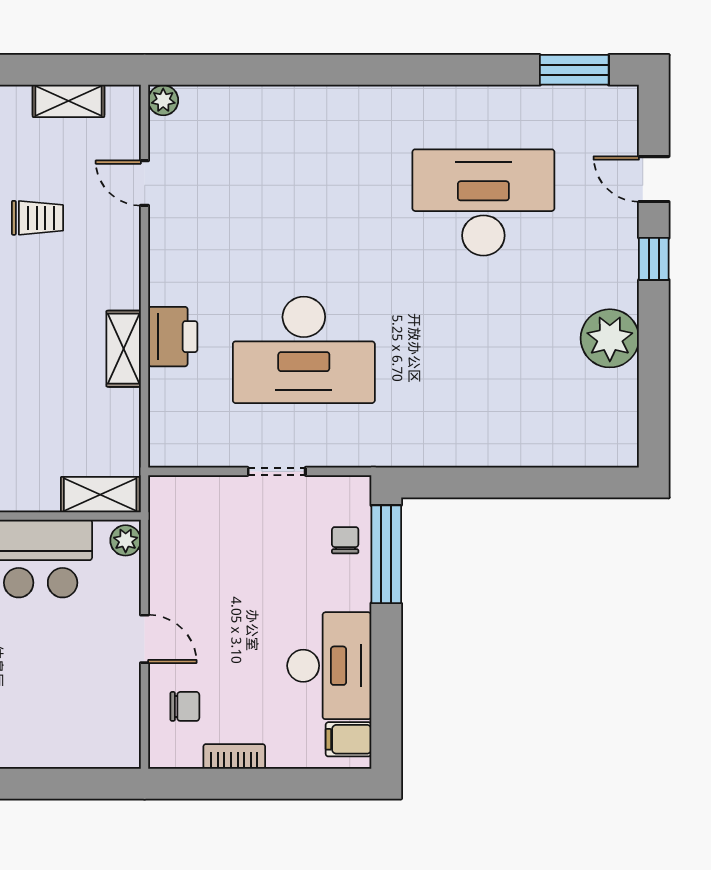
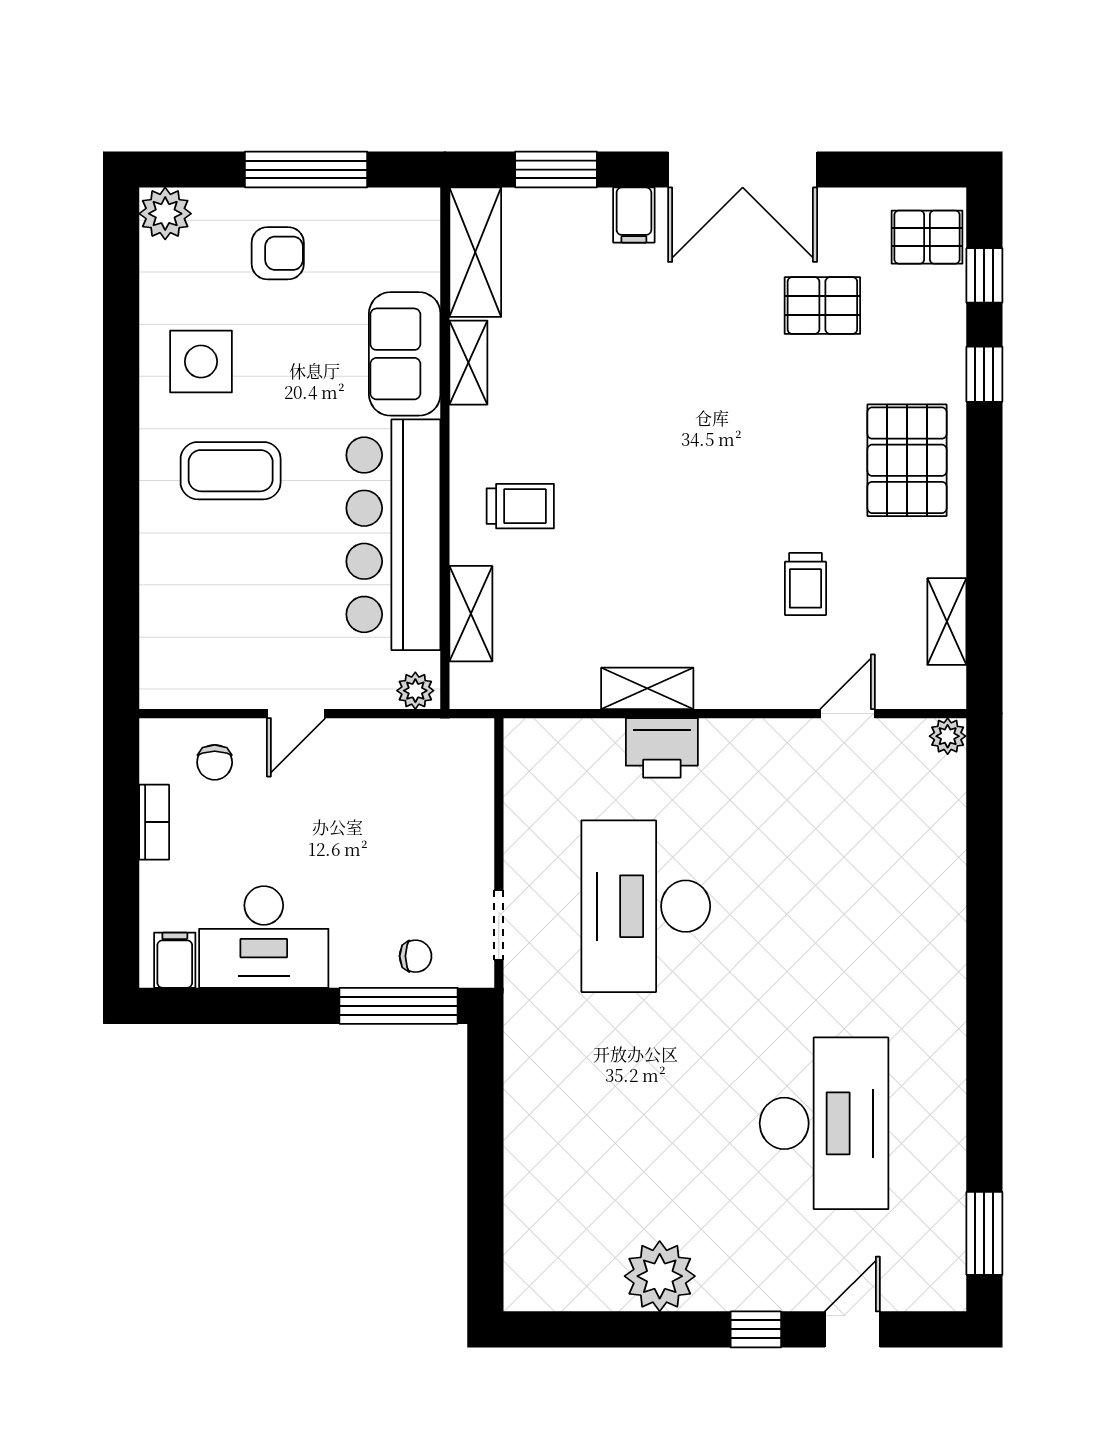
doorway: (277, 471) -> (499, 925), moved
shelving: (100, 495) -> (471, 614), moved

